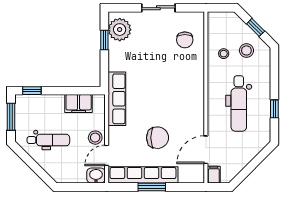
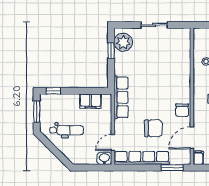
chair: (185, 40) -> (182, 110), moved
stool: (95, 138) -> (104, 128), removed
window: (152, 187) -> (172, 168), moved

